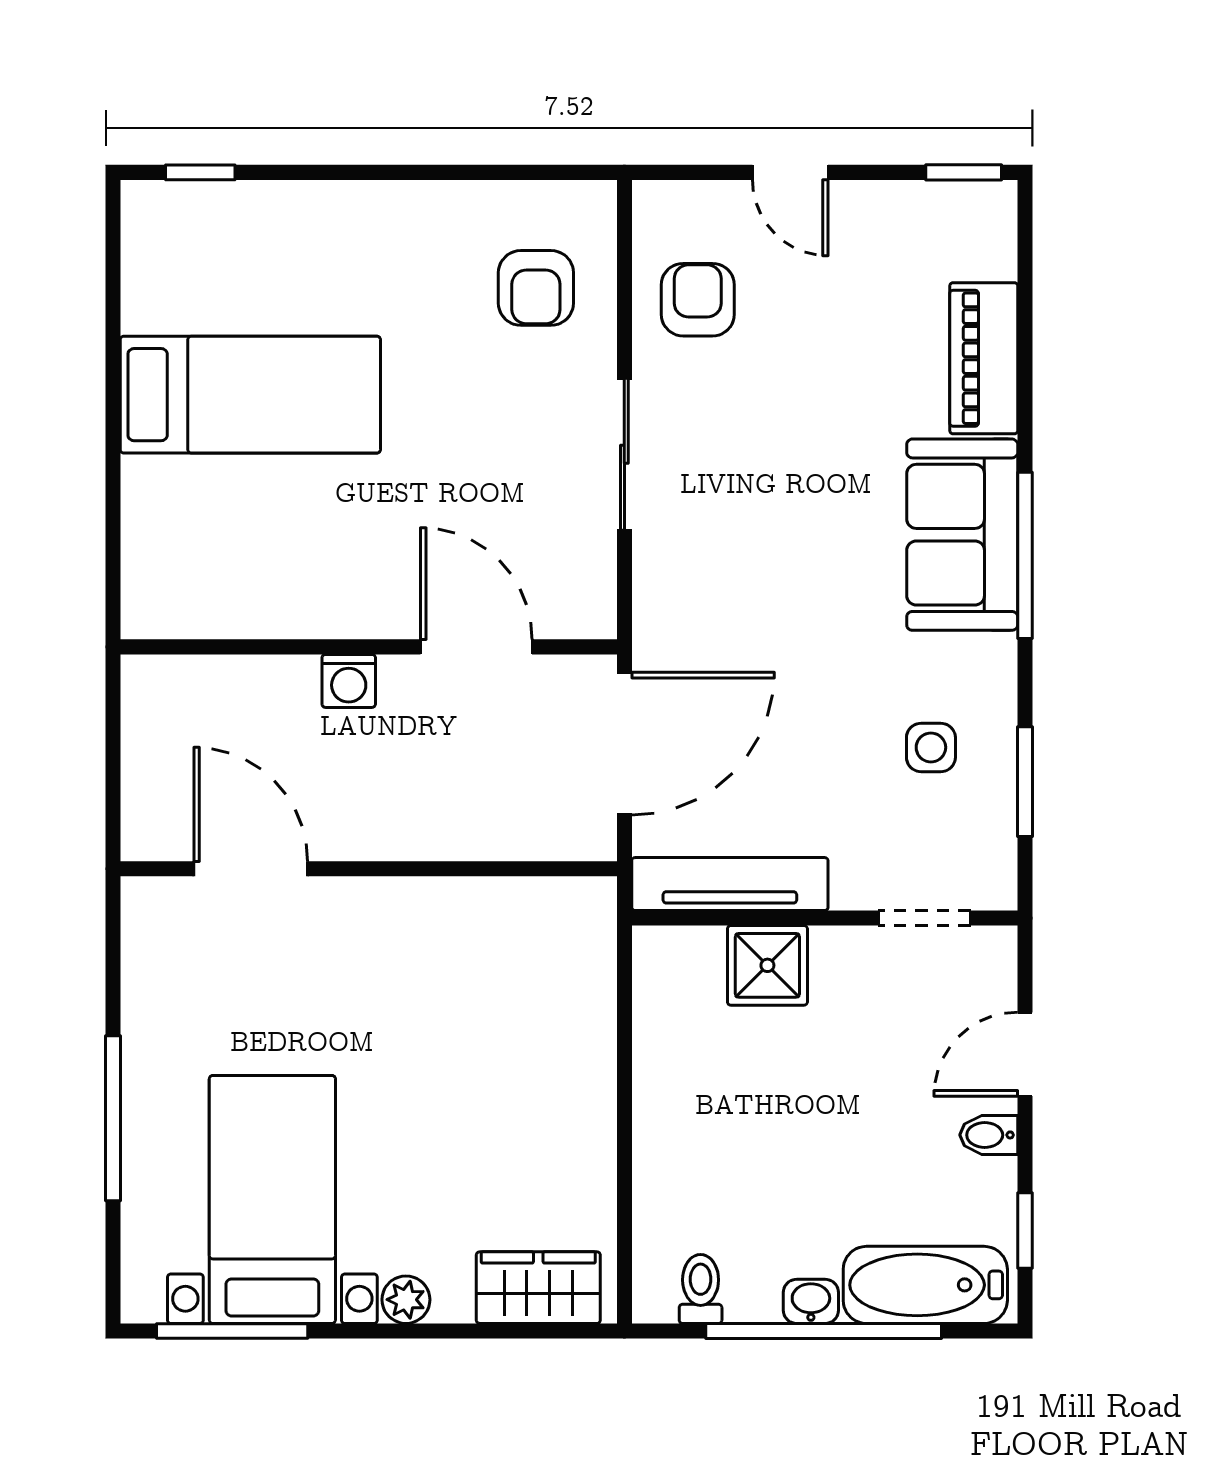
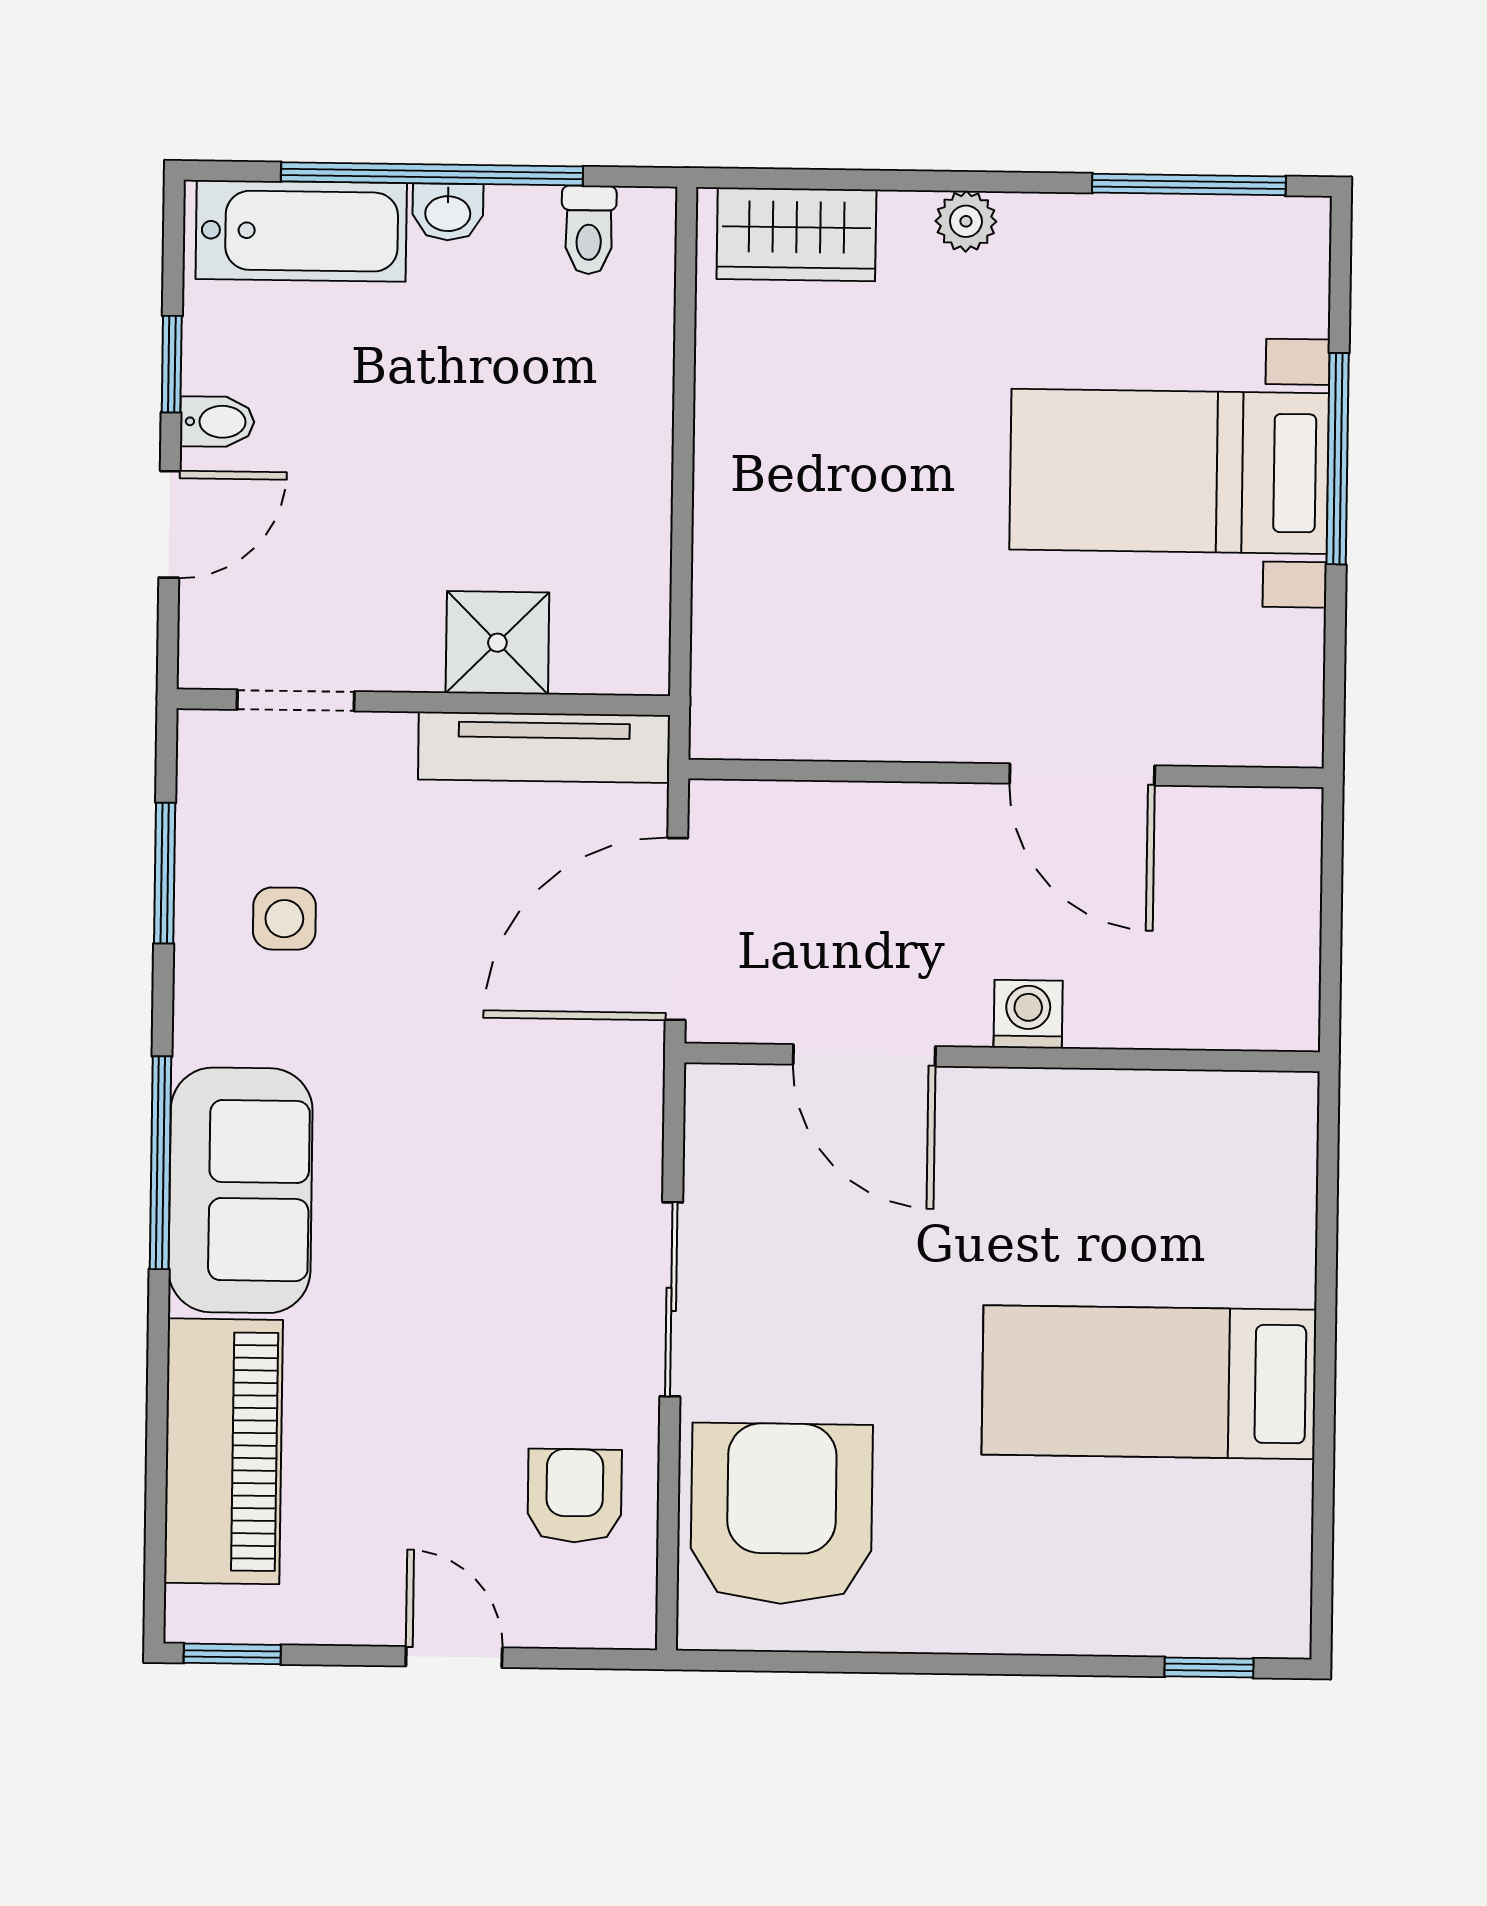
armchair: (536, 288) -> (782, 1514), width x1.88, depth x1.88
armchair: (698, 300) -> (575, 1496), turned 180
piano: (984, 358) -> (224, 1451), width x1.37, depth x1.33
door: (251, 869) -> (1082, 774), moved
bed with nightstands: (272, 1199) -> (1169, 471), moved, turned 90
window: (1025, 1230) -> (172, 364), moved

